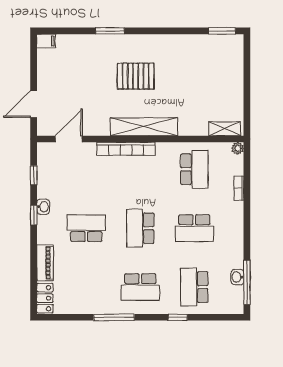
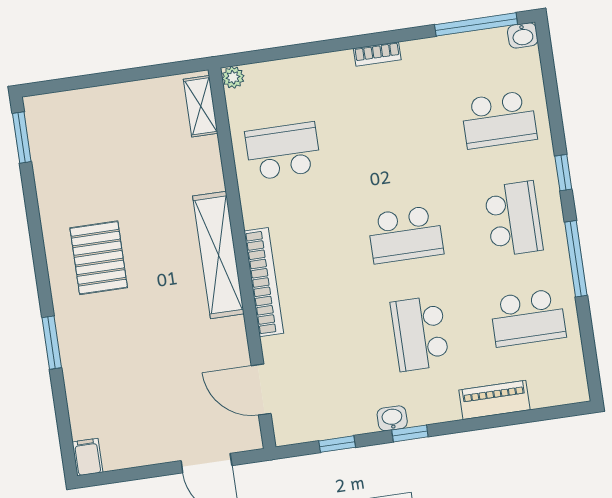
pallet: (136, 76) -> (99, 258), moved
bookcase: (239, 188) -> (377, 54), moved
school desk: (194, 228) -> (528, 318), moved, turned 90
washbasin: (237, 277) -> (523, 35), moved
locker: (45, 298) -> (559, 391), removed
window: (178, 317) -> (563, 173), moved

